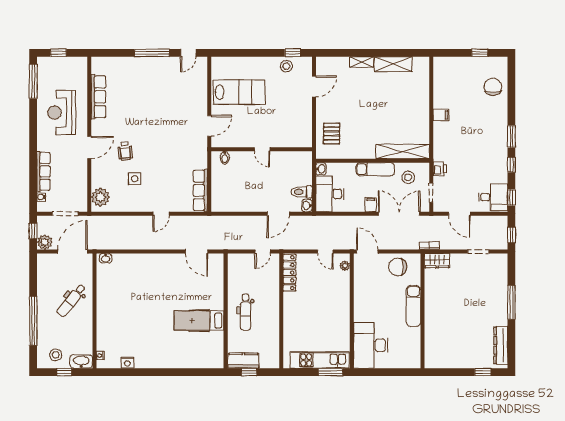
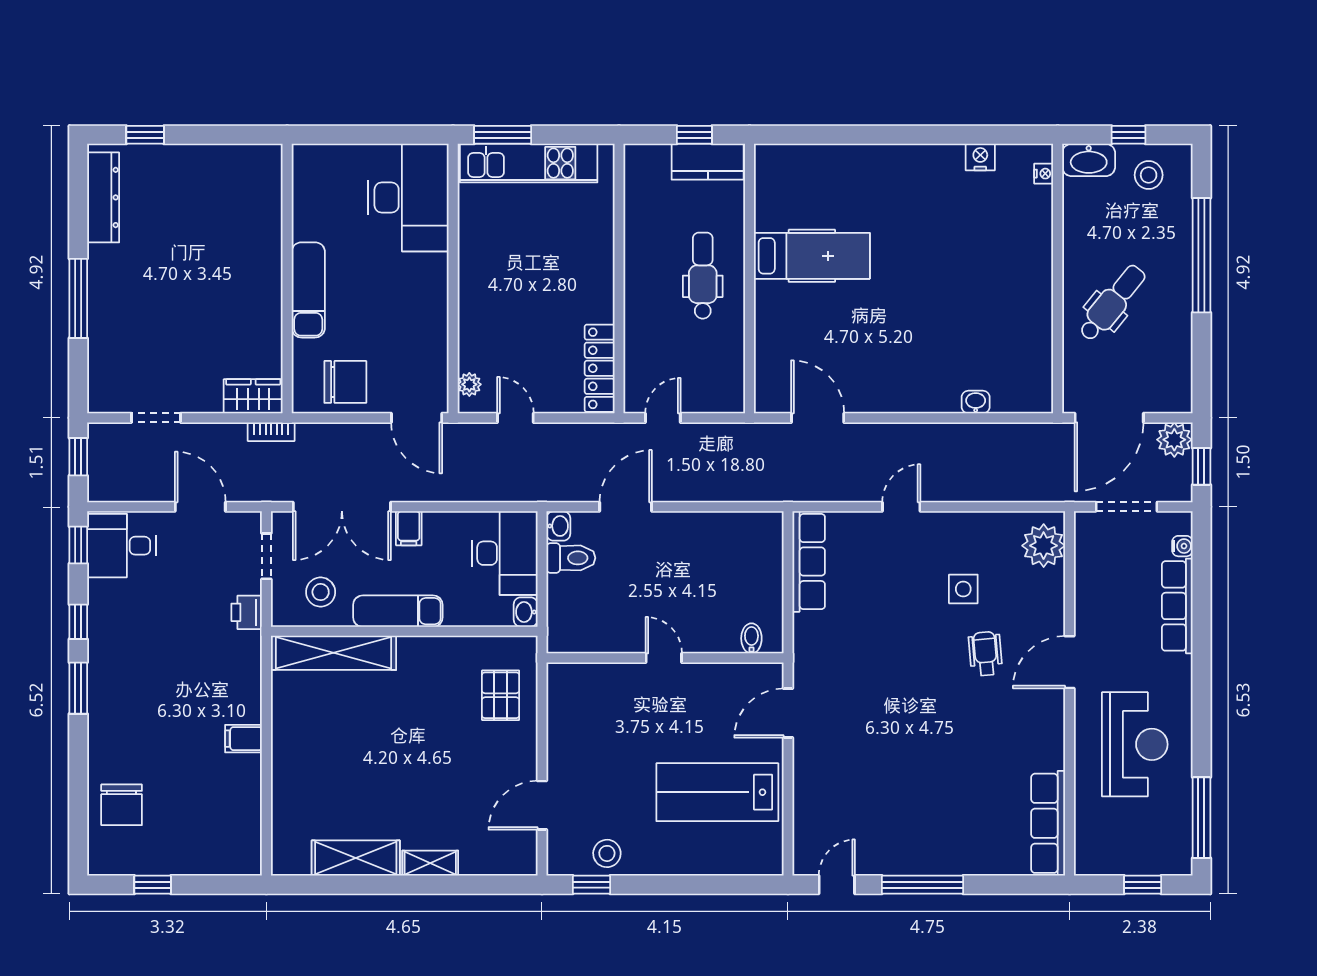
row of seats: (98, 97) -> (1048, 823), moved
washbasin: (106, 258) -> (976, 402), moved

